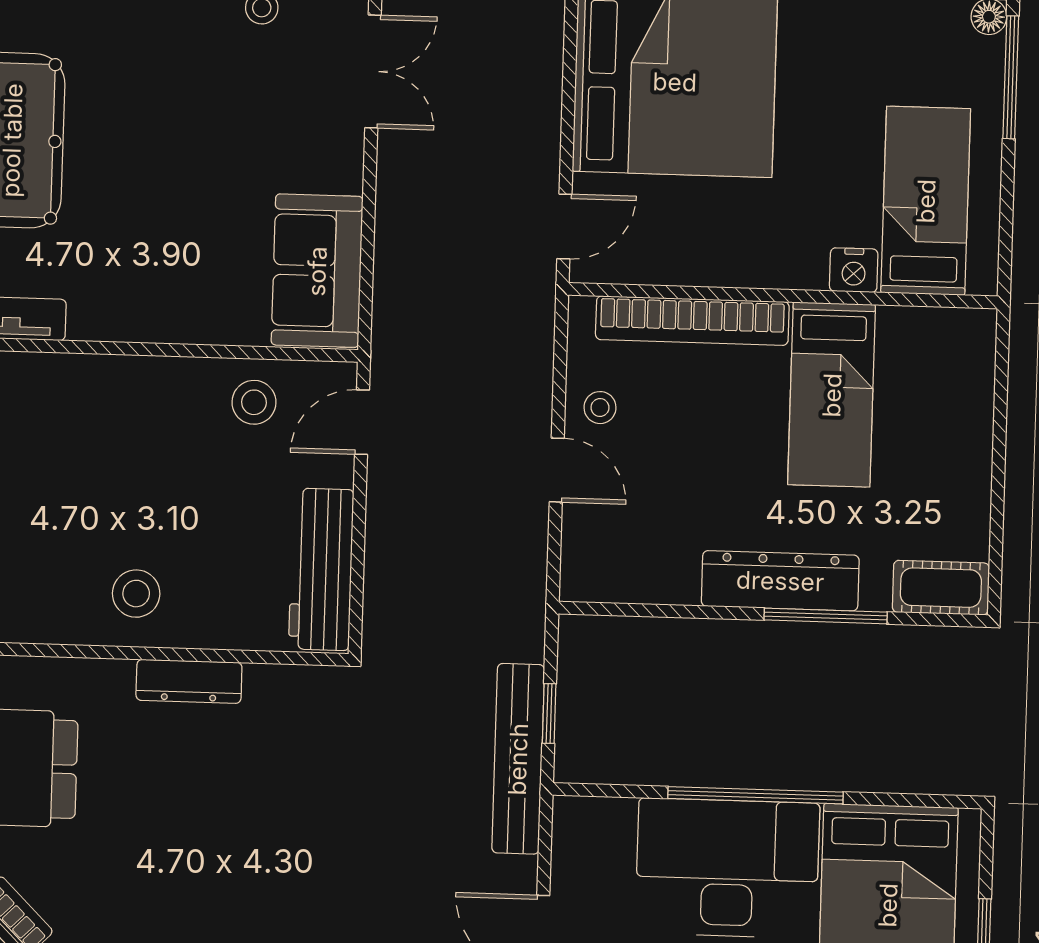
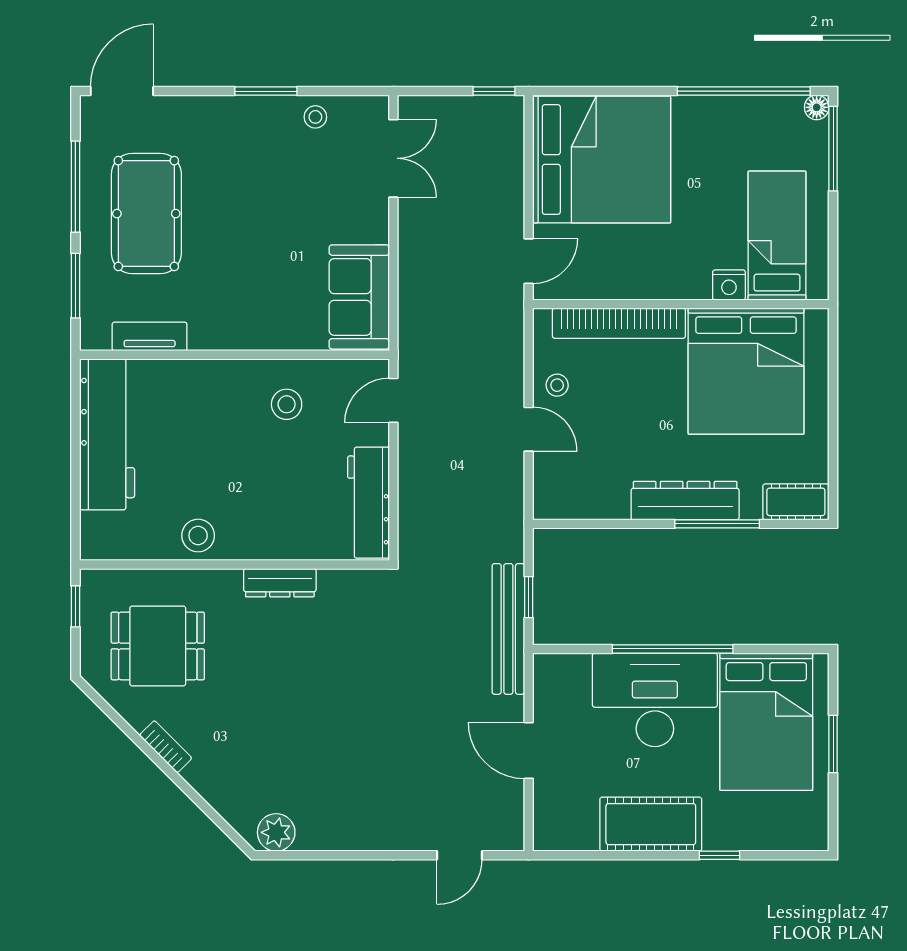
bed: (832, 395) -> (746, 371), width x2.04
stool: (254, 402) -> (287, 404), moved
stool: (136, 594) -> (198, 536), moved

